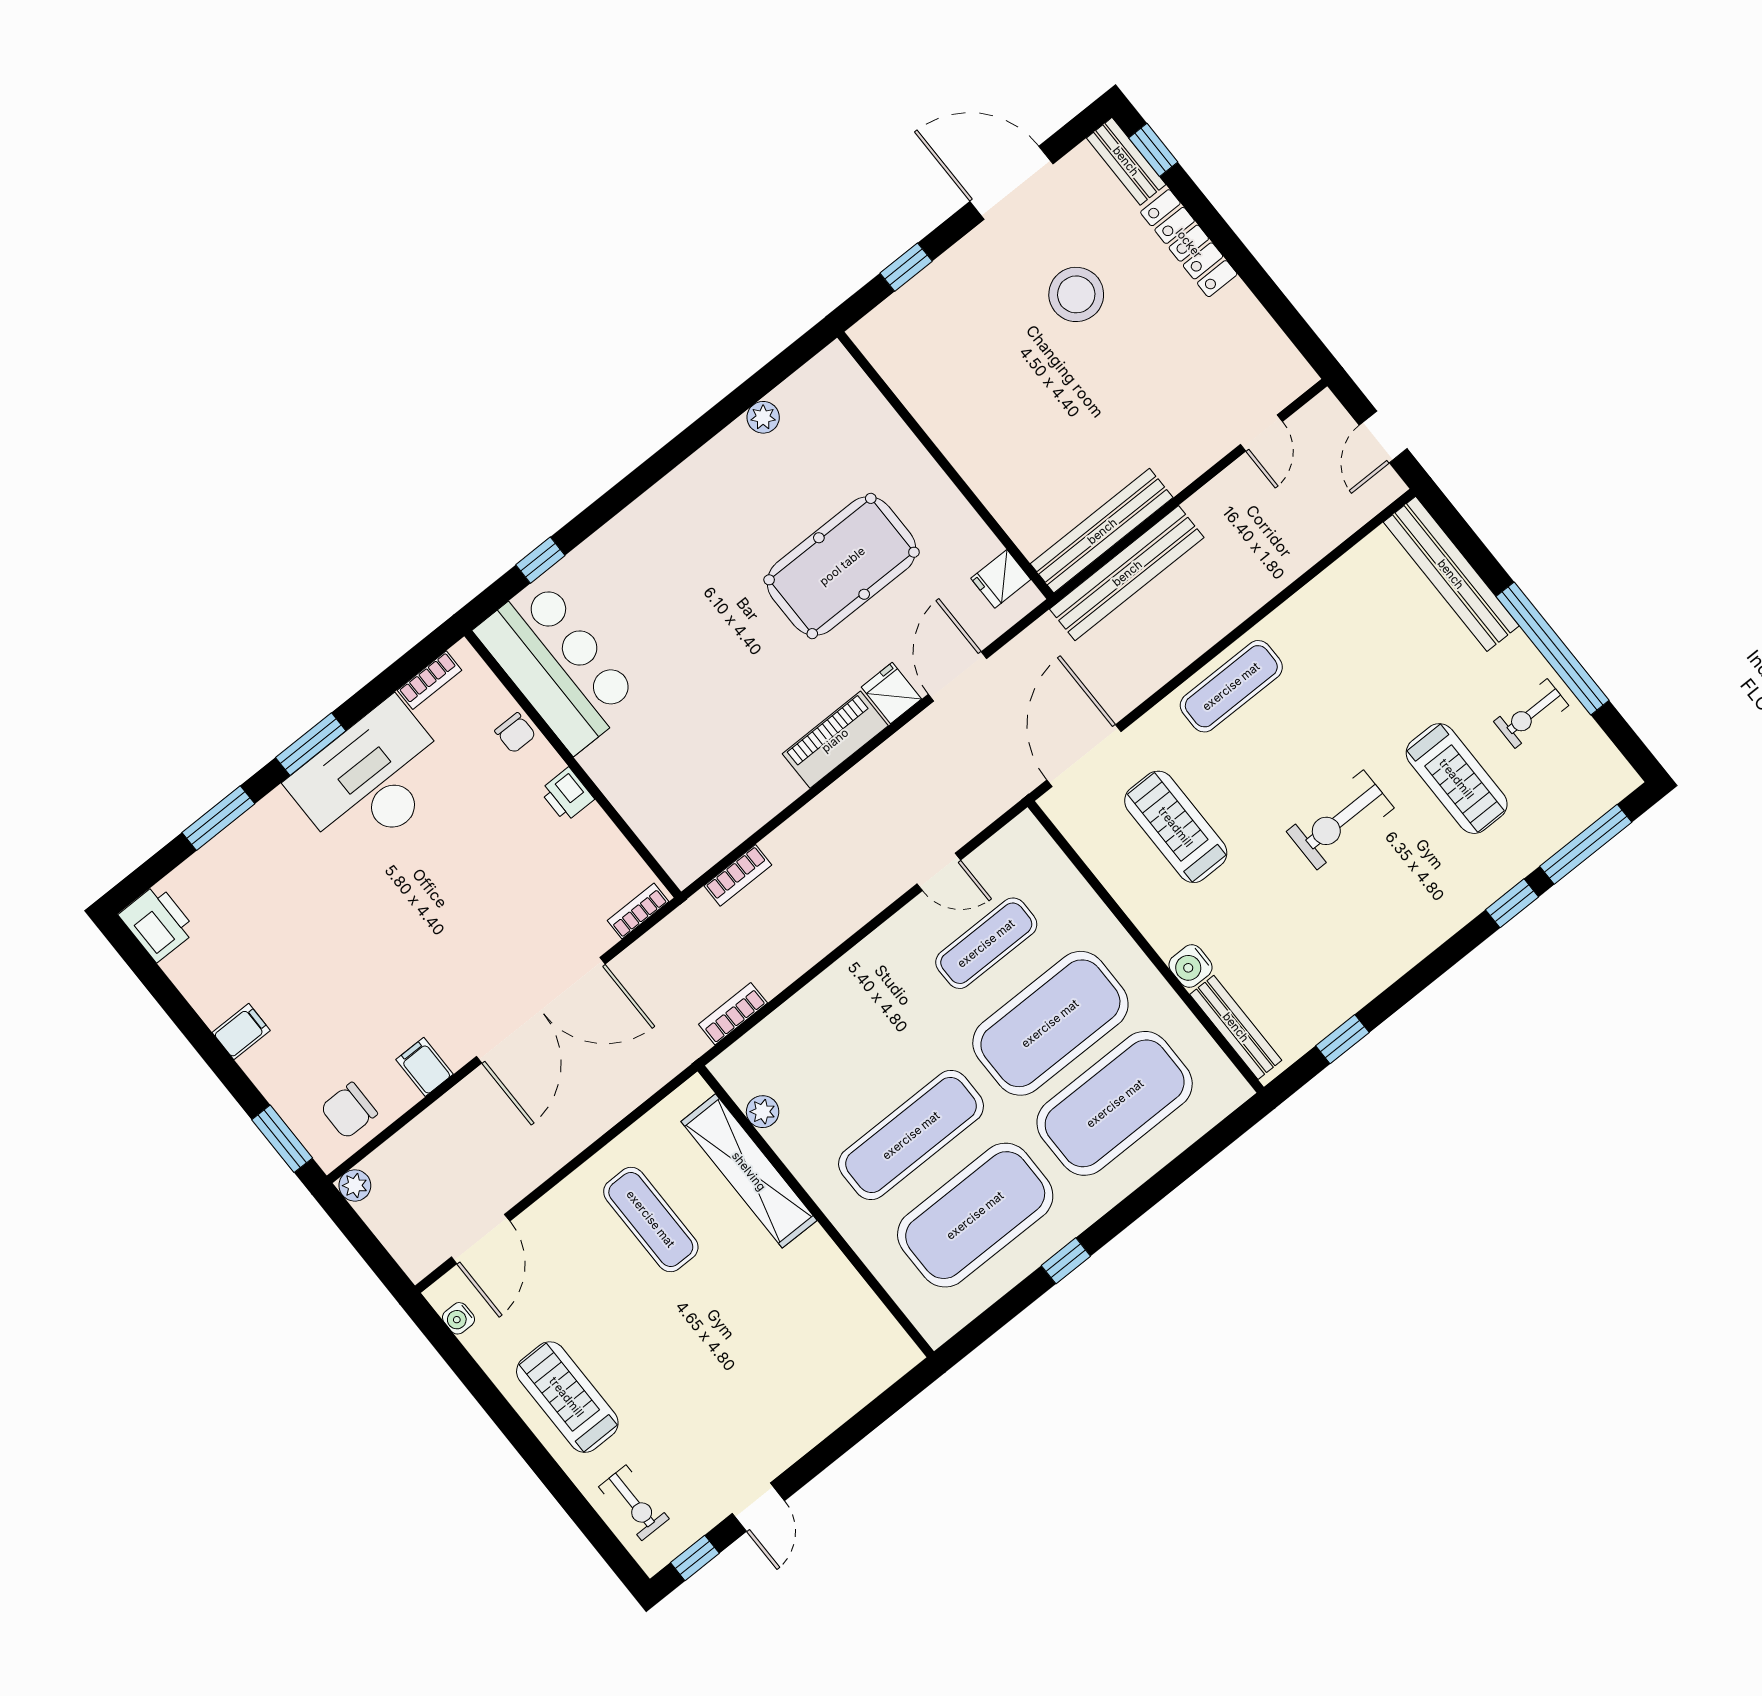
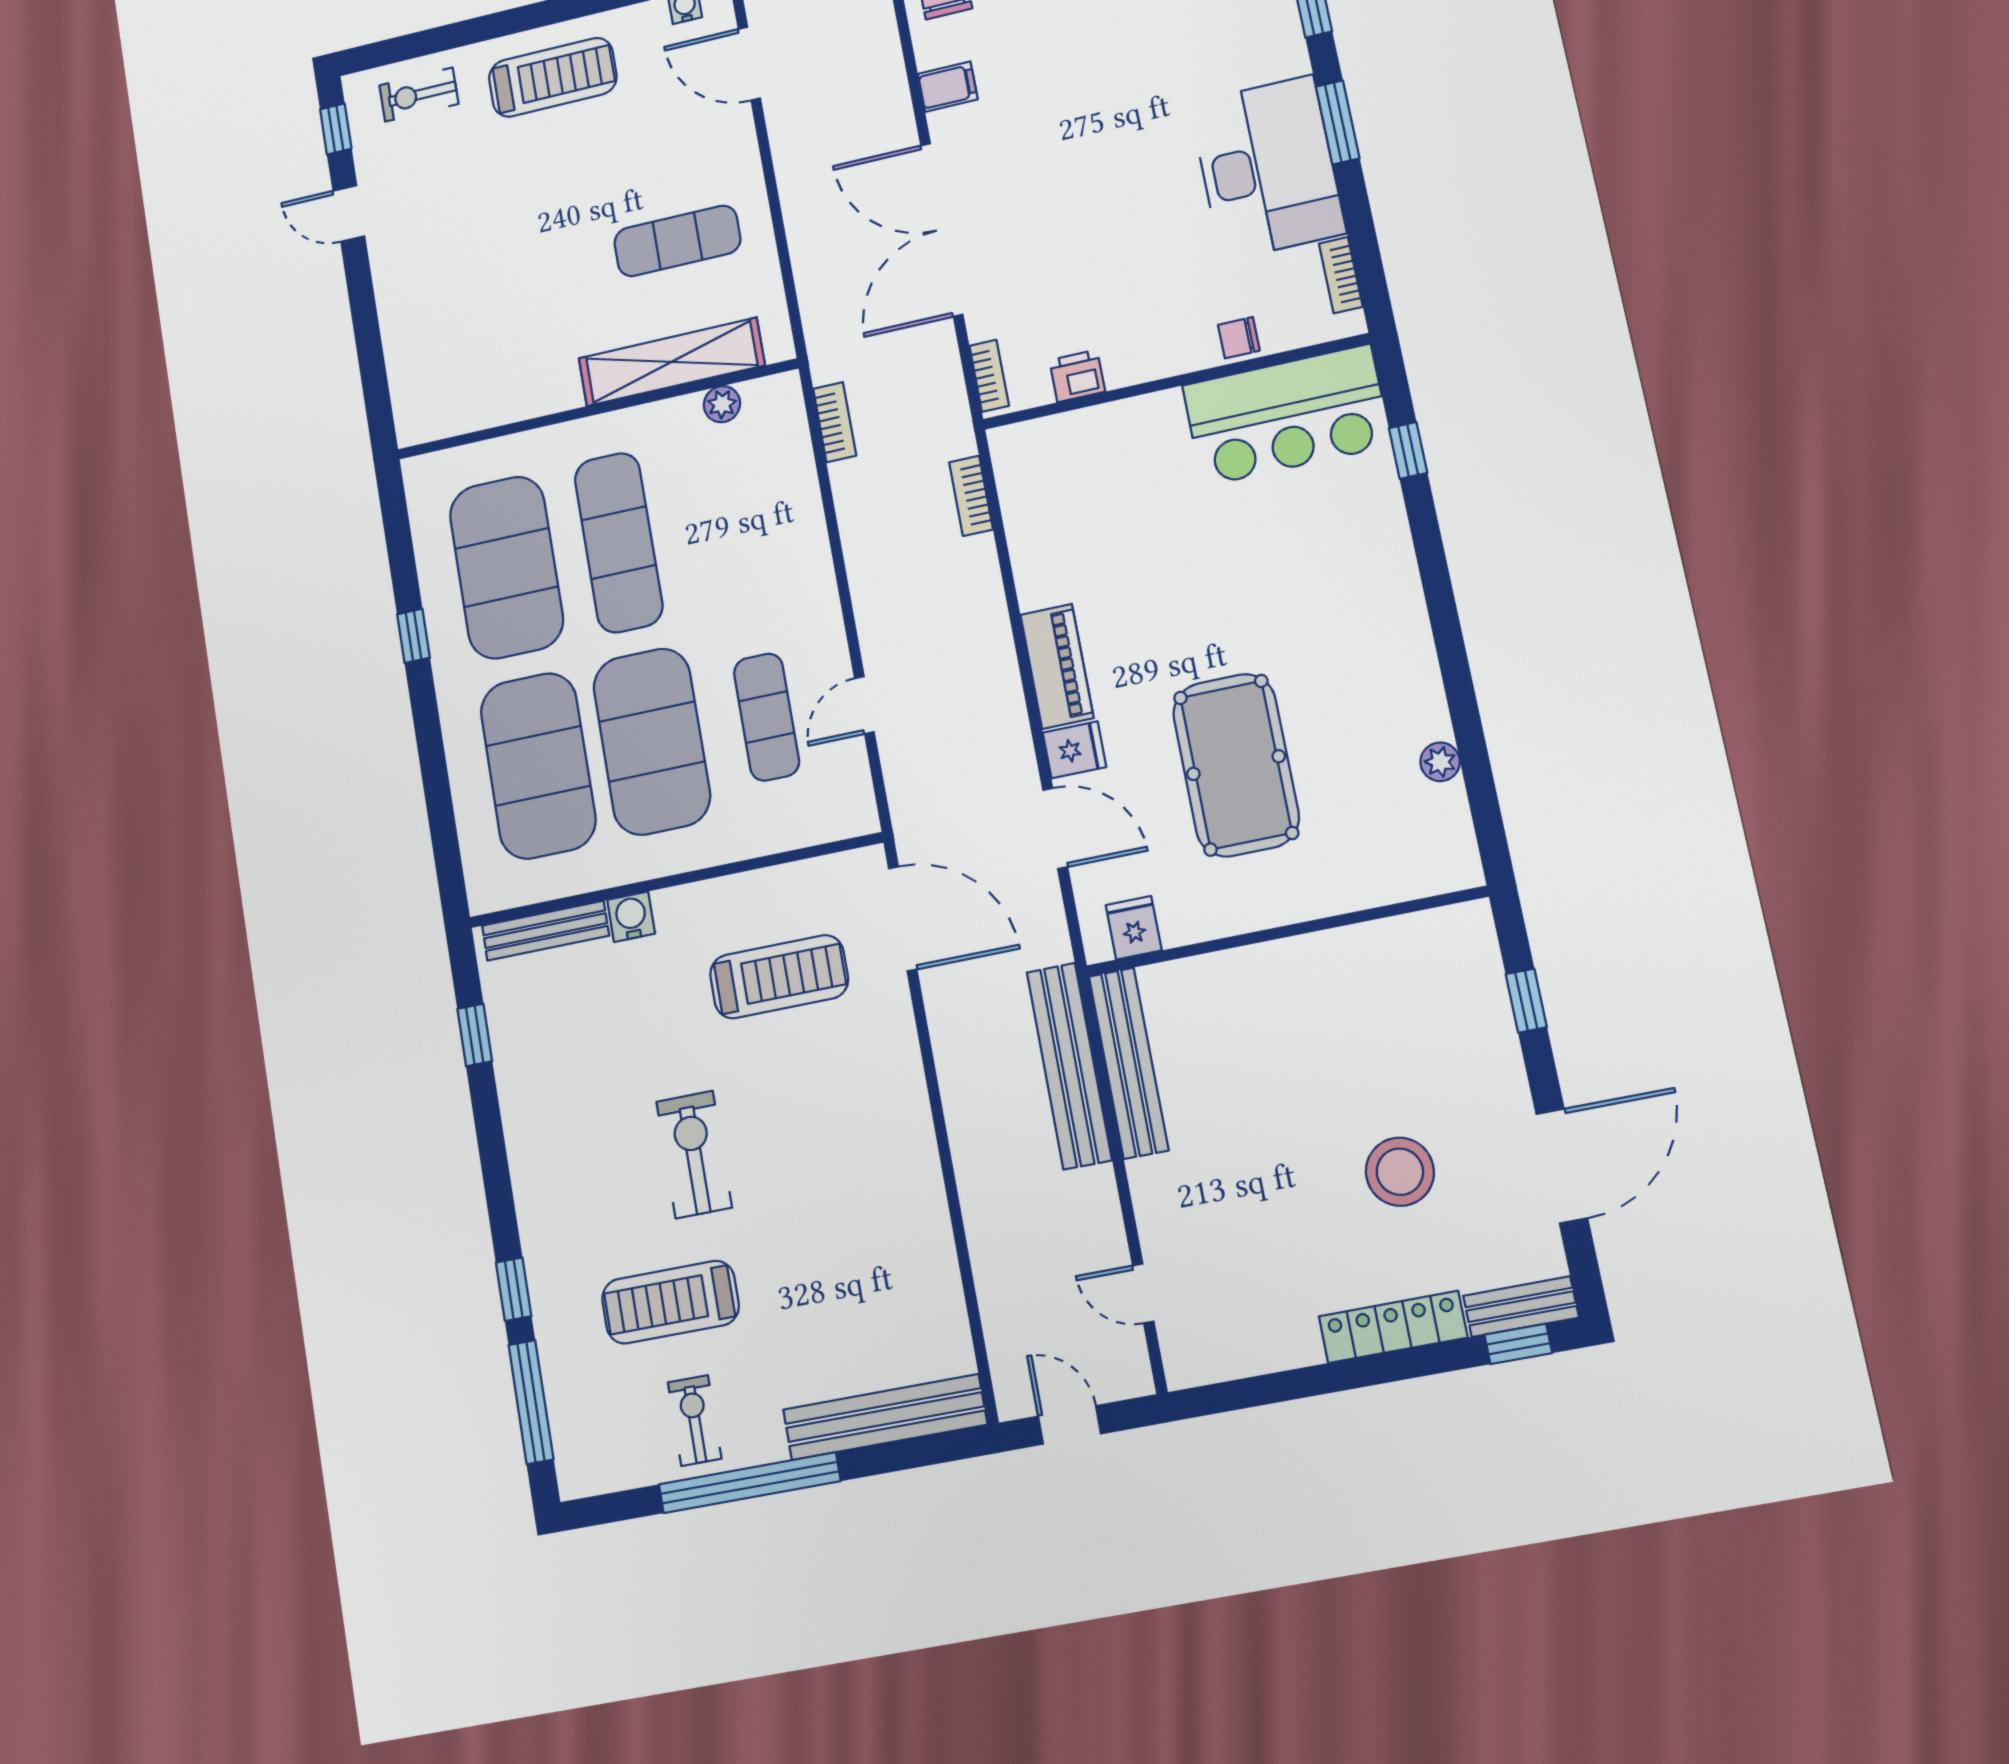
exercise mat: (1231, 686) -> (892, 1114), removed
printer: (567, 795) -> (1077, 376), moved

